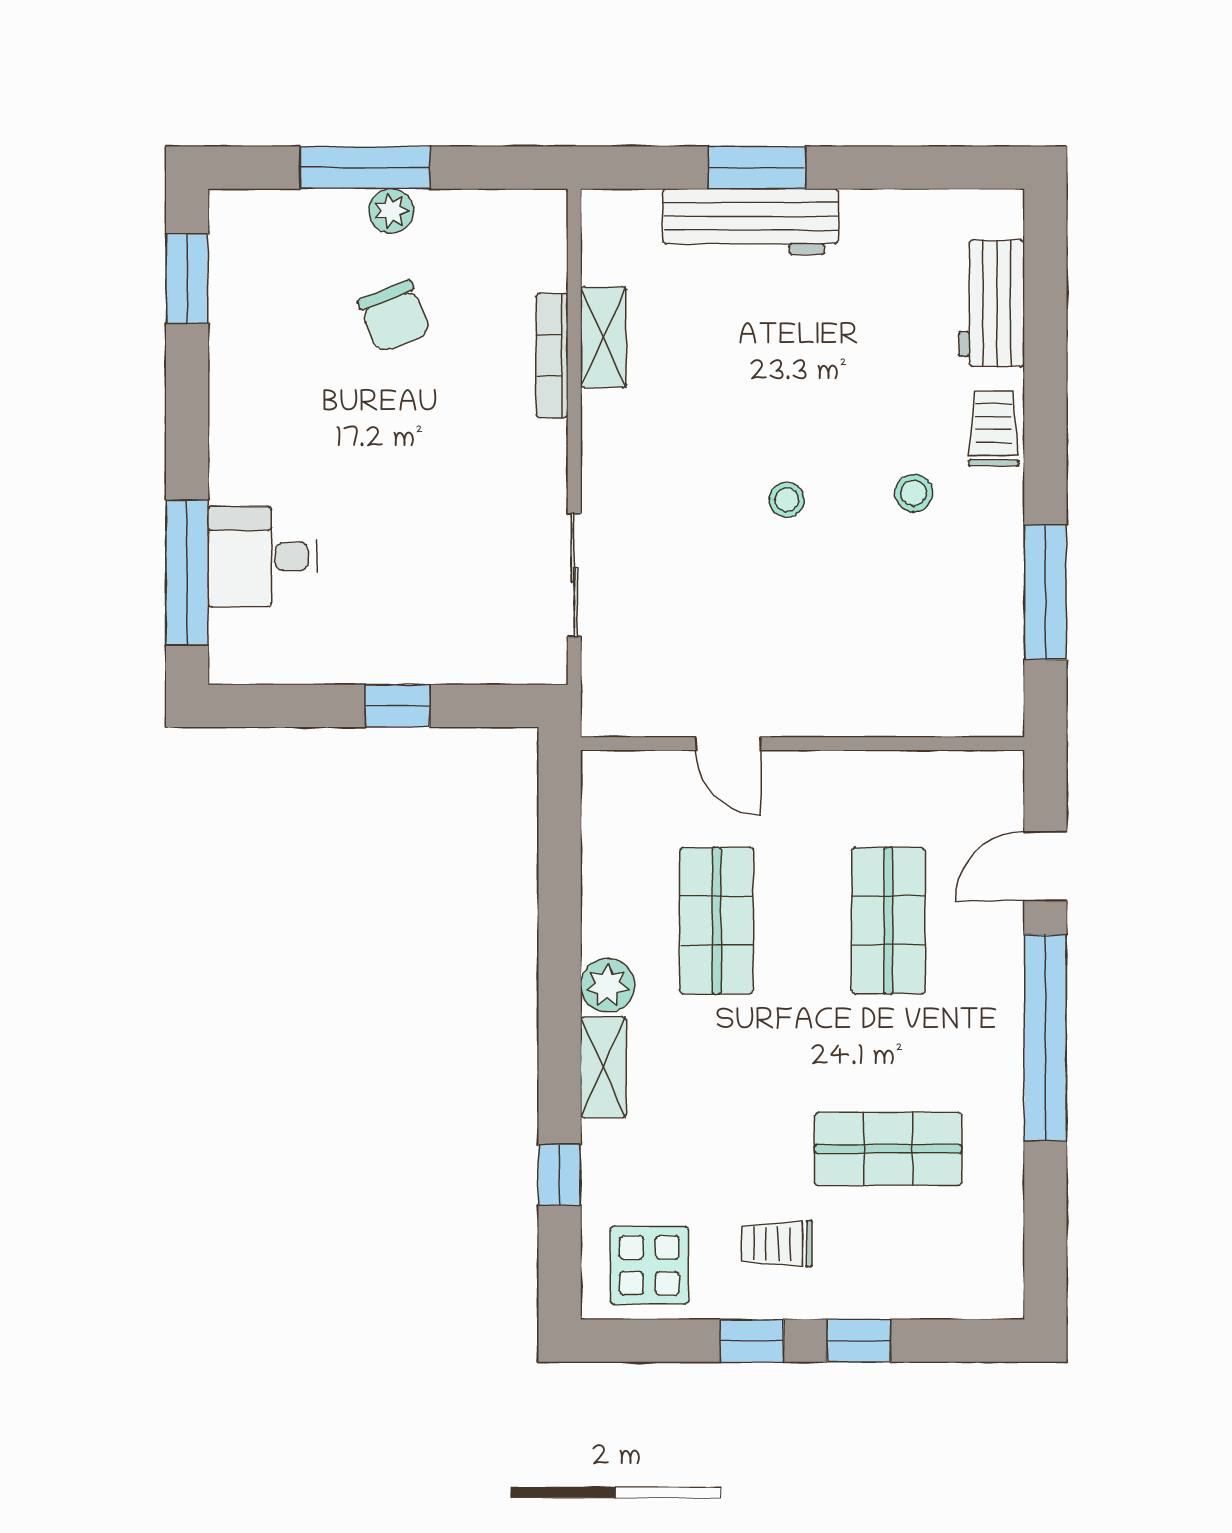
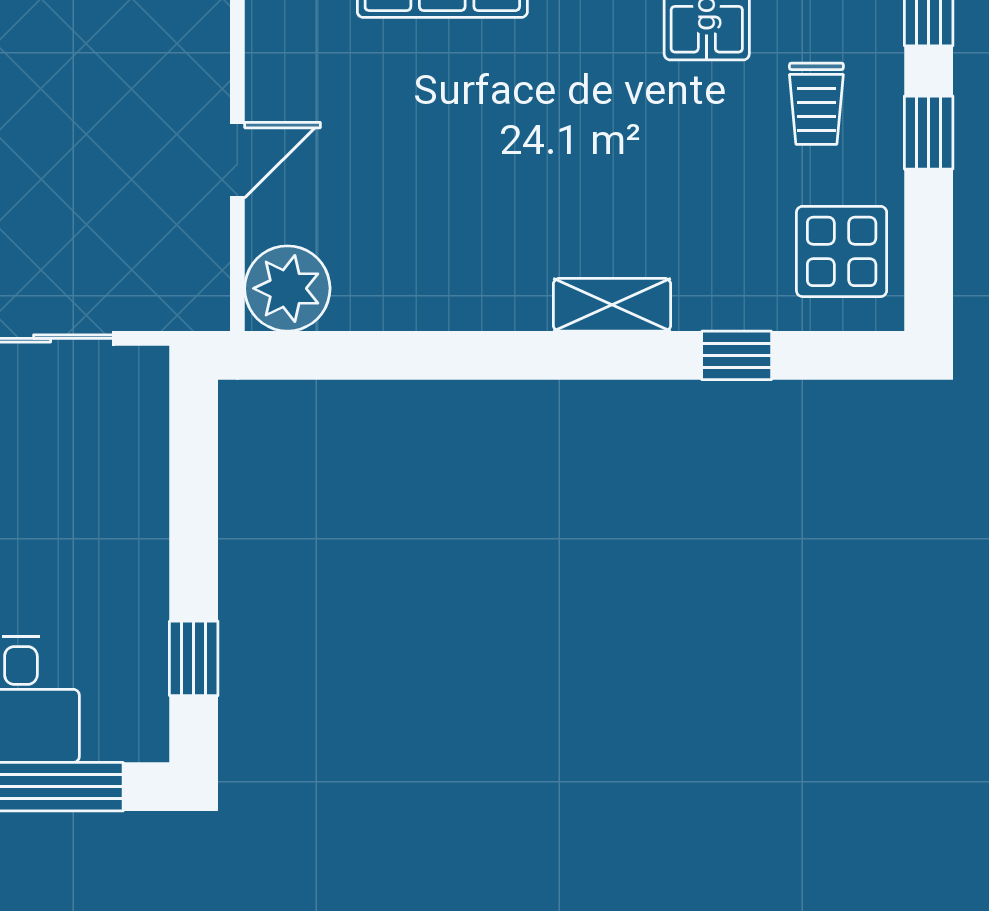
window: (397, 706) -> (194, 658), moved
shop shelf: (717, 921) -> (442, 174), removed
plant: (608, 985) -> (287, 288), moved, width x1.36, depth x1.36

